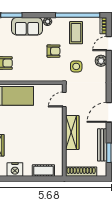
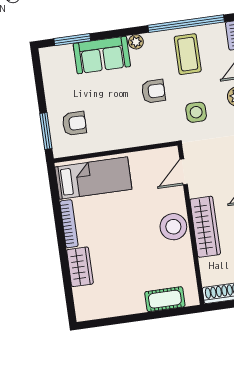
stool: (54, 130) -> (173, 227), added
nightstand: (15, 170) -> (116, 304), removed

